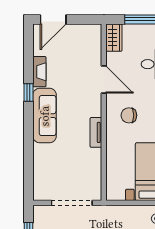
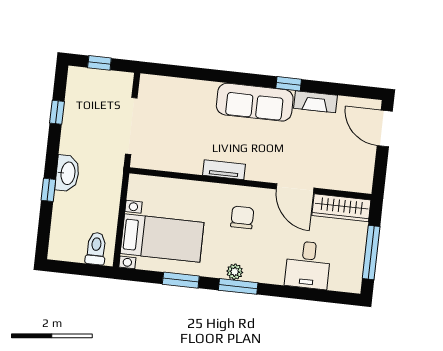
wardrobe: (114, 38) -> (341, 208), width x1.50
door: (104, 79) -> (295, 189), hinge flipped

